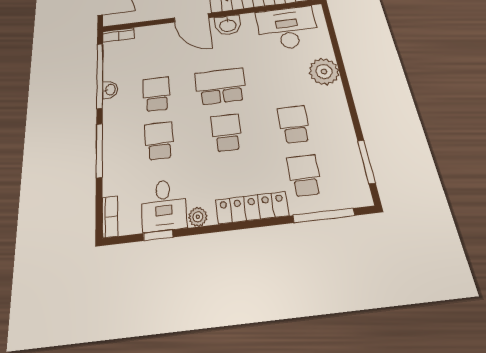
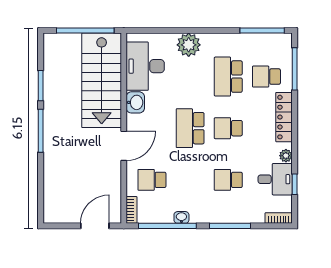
washbasin: (228, 25) -> (135, 102), moved
school desk: (157, 94) -> (152, 180), moved
school desk: (294, 124) -> (228, 77), width x1.85
window: (366, 162) -> (262, 31), width x1.44

